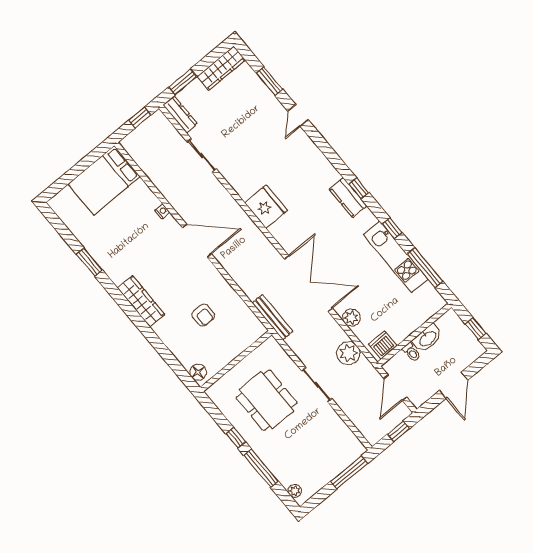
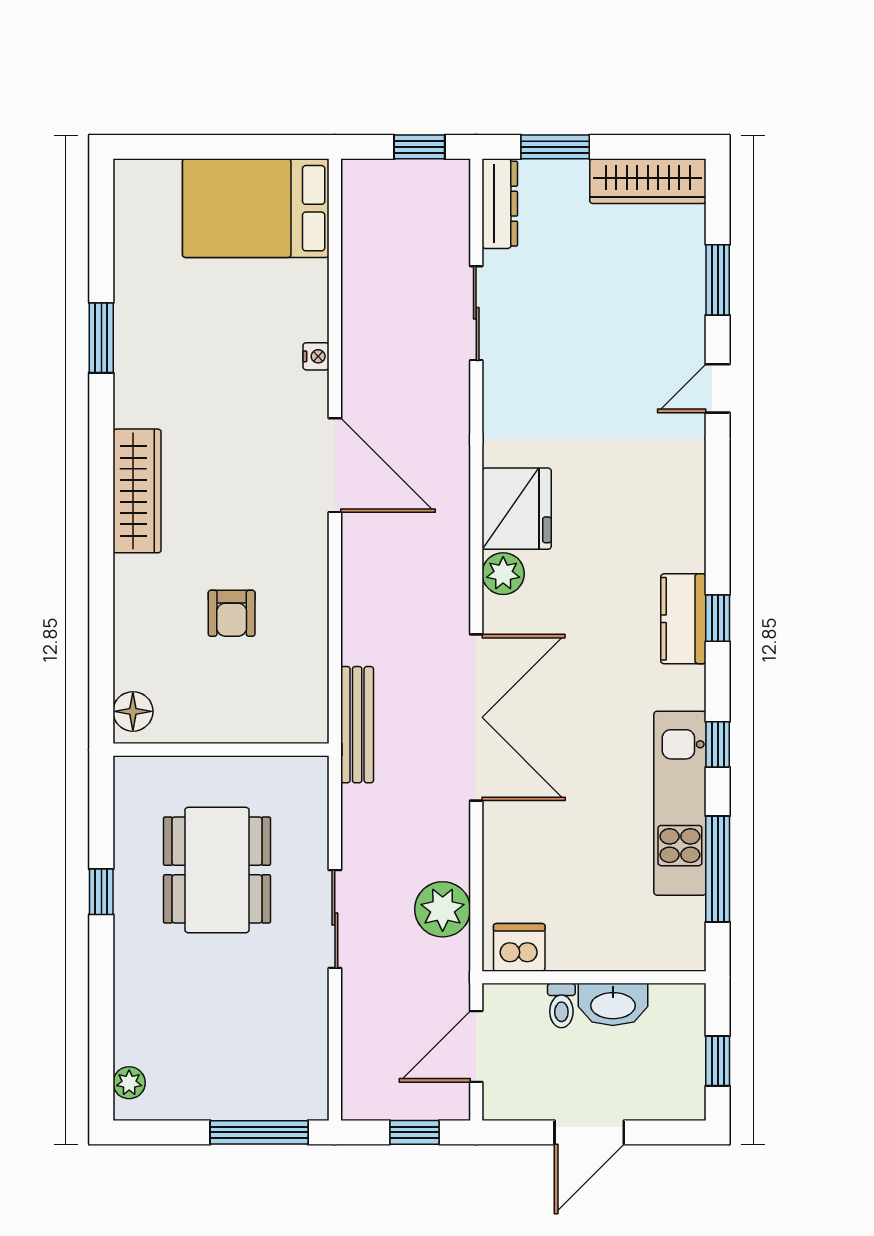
plant: (351, 318) -> (503, 574), moved
window: (261, 468) -> (101, 988), removed

